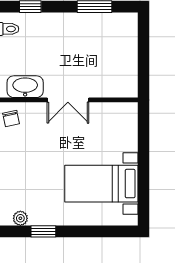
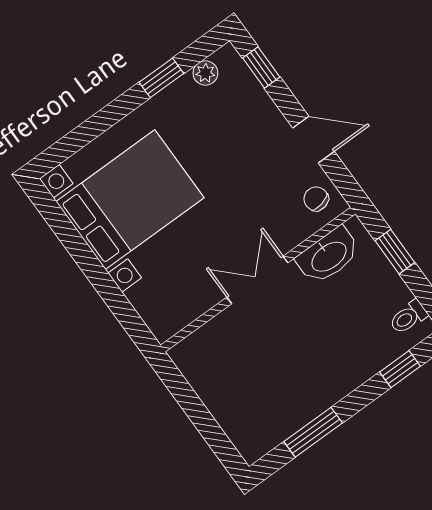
bed with nightstands: (101, 184) -> (130, 200), width x1.36

